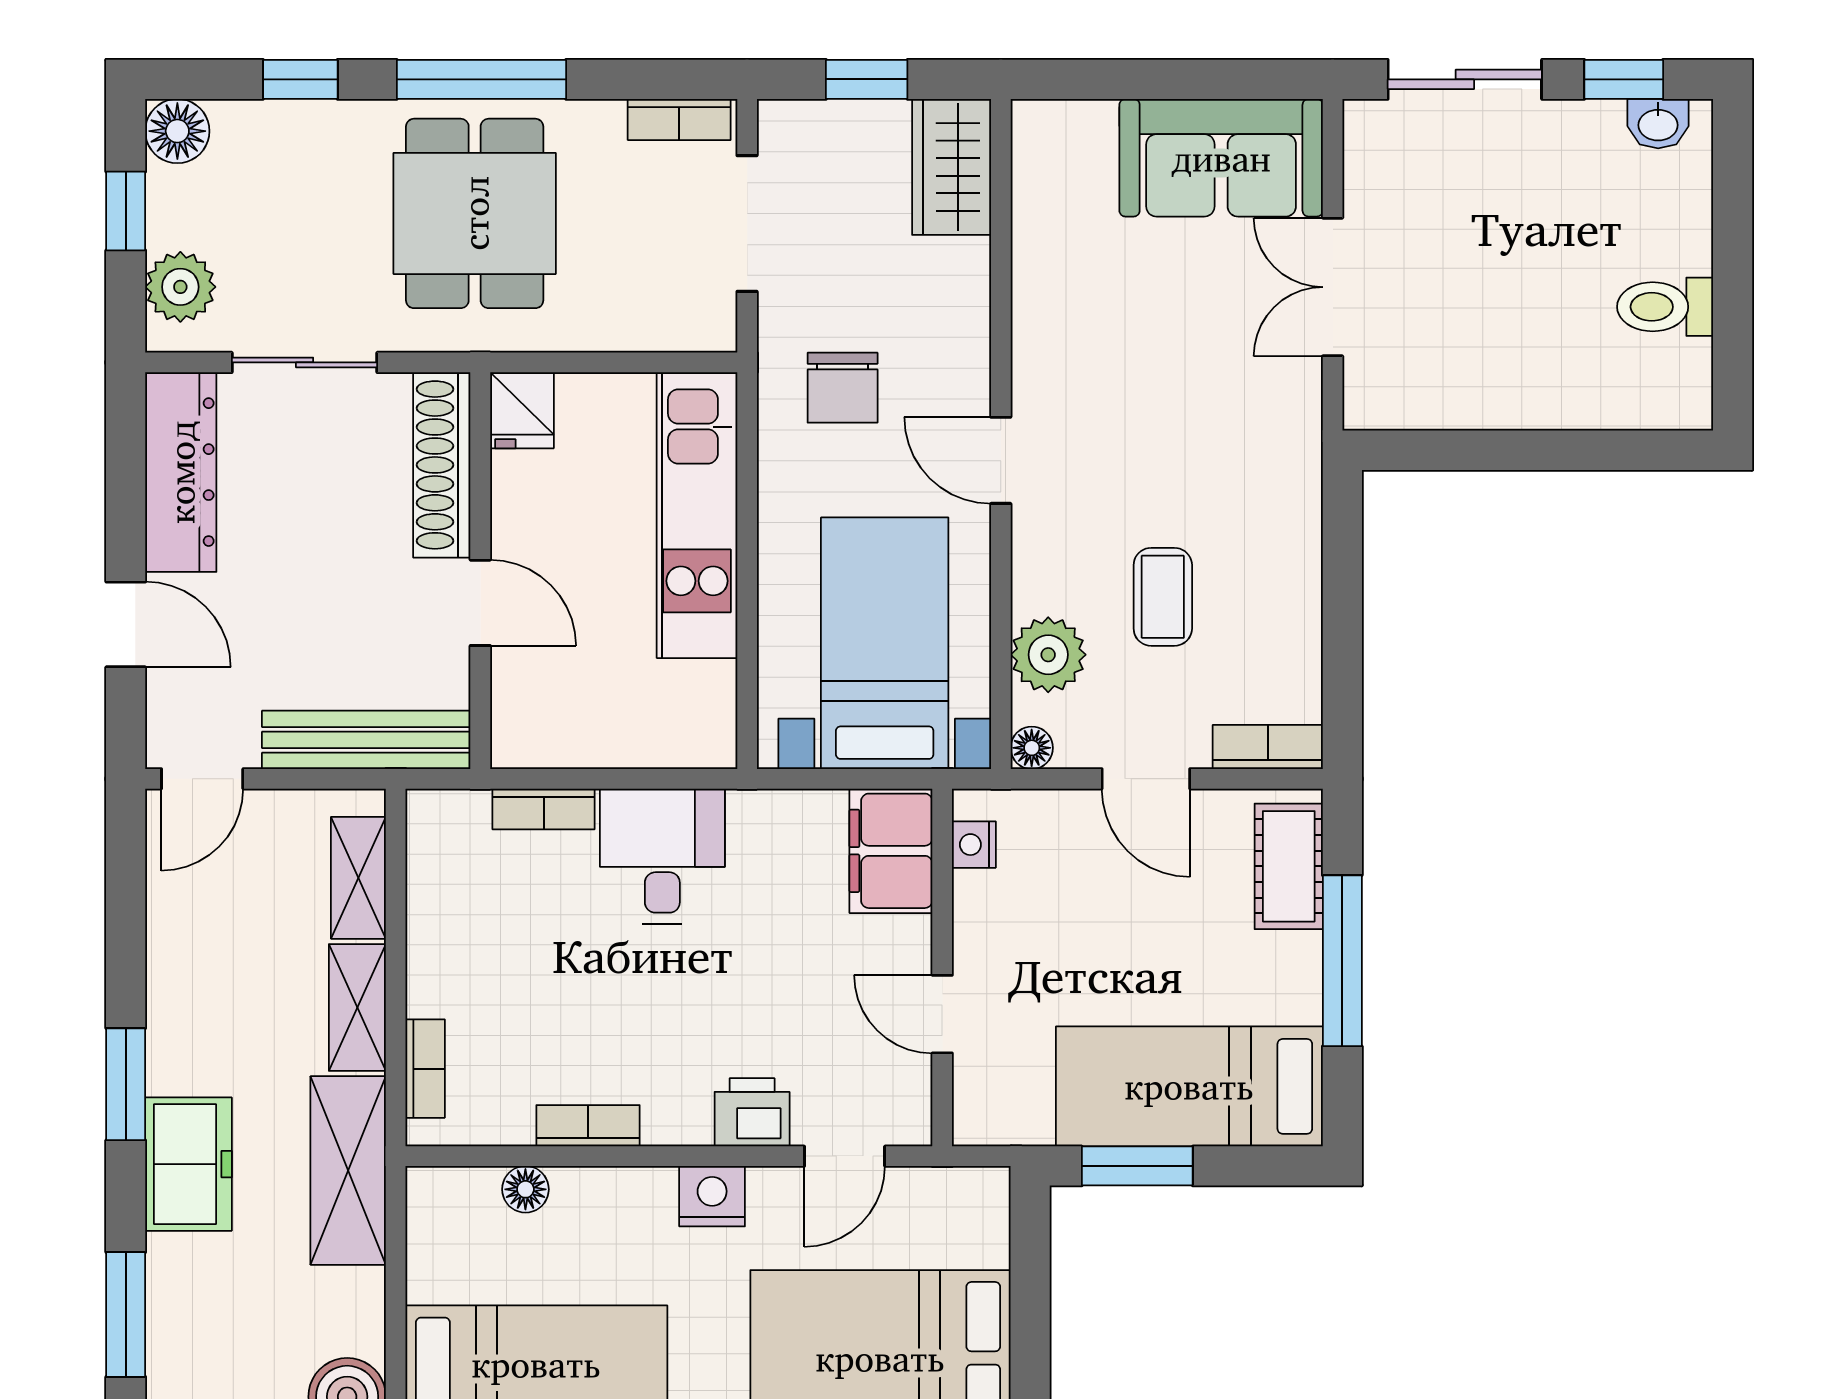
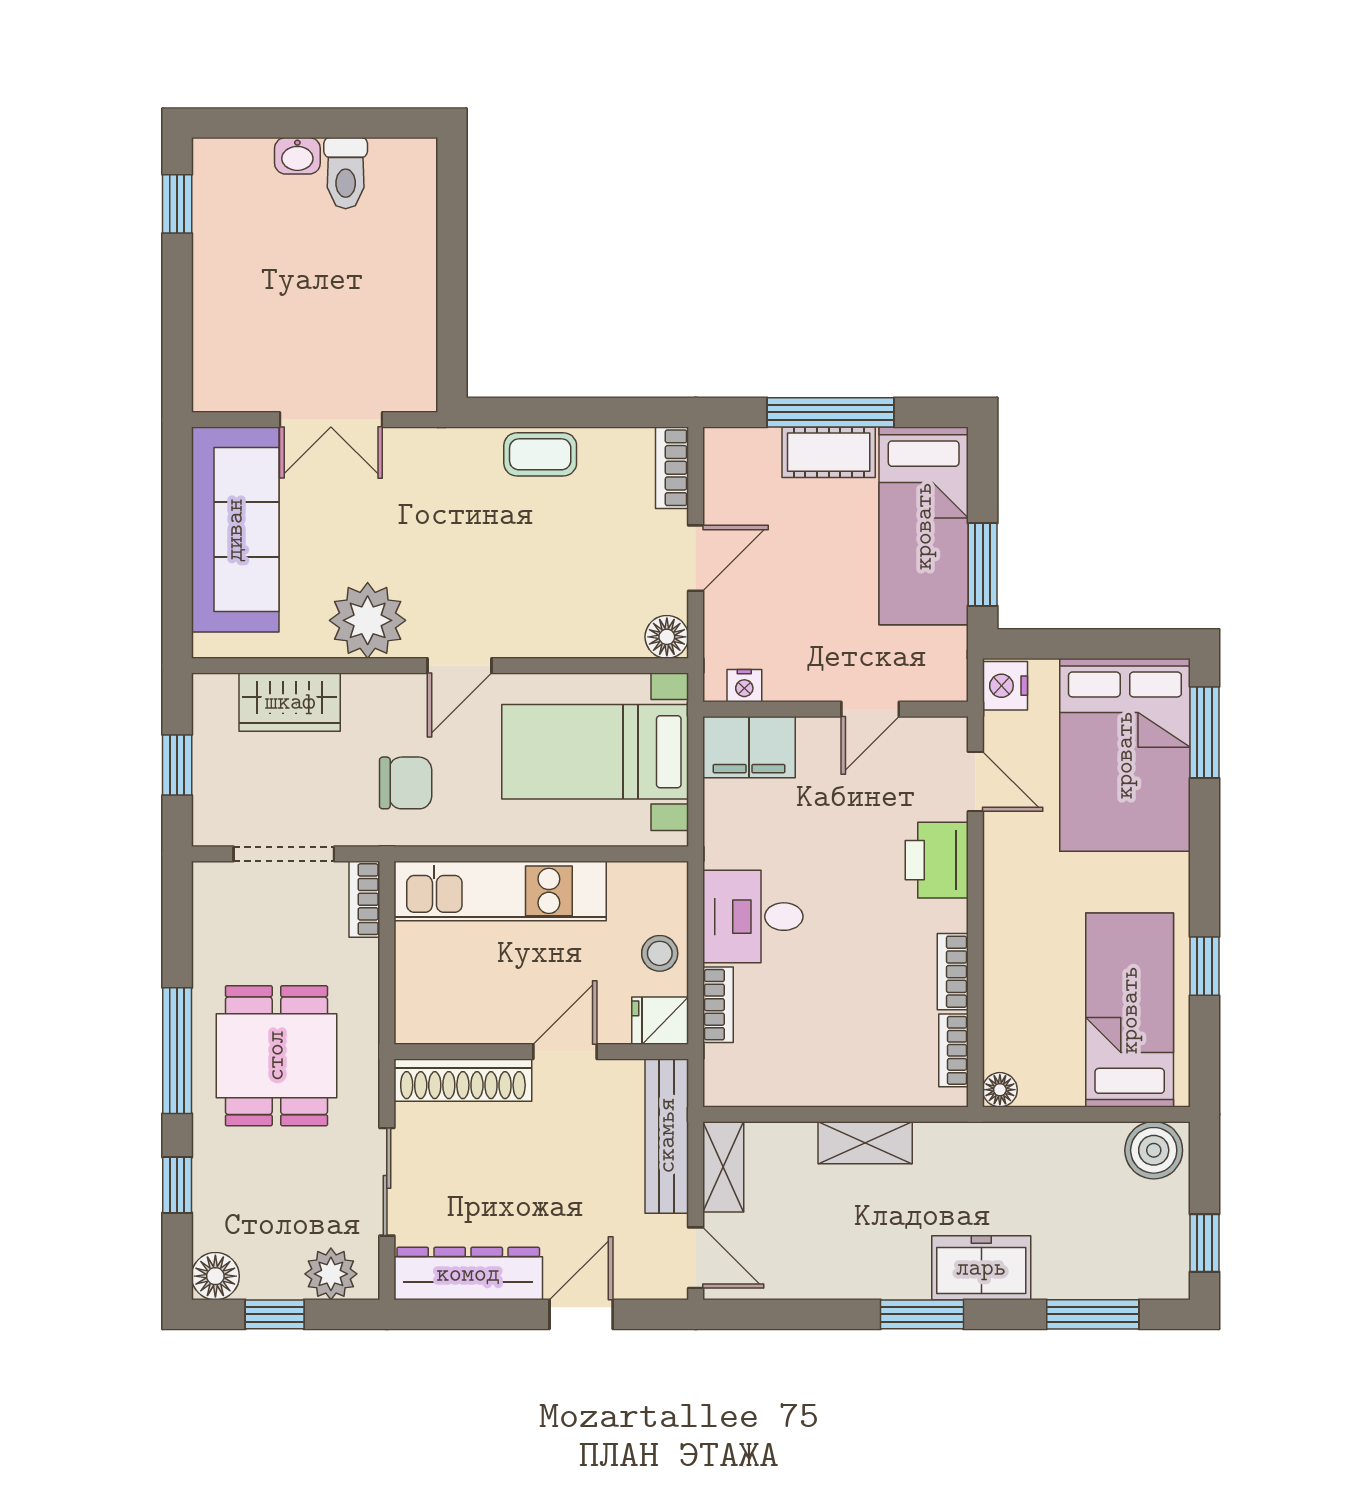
sliding door: (1465, 79) -> (177, 322), removed
bookcase: (679, 120) -> (364, 899), moved, turned 180
washbasin: (1658, 124) -> (297, 156), moved, turned 90
sofa: (1221, 158) -> (235, 530), width x1.36
wardrobe: (952, 167) -> (290, 702), moved
dining table: (475, 213) -> (276, 1056), turned 90
fridge: (522, 410) -> (660, 1021), moved, turned 180
coffee table: (1163, 597) -> (540, 454), moved
plant: (1048, 655) -> (368, 620), moved, width x1.36, depth x1.36
stool: (613, 730) -> (660, 953), added
floor lamp: (1032, 748) -> (667, 637), width x1.37, depth x1.37
cot: (1289, 866) -> (829, 452), moved
shelving: (358, 878) -> (723, 1167), moved, turned 90
bookcase: (425, 1069) -> (954, 1050), moved, turned -90
printer: (752, 1112) -> (937, 860), width x1.36, depth x1.24
shelving: (348, 1170) -> (986, 1149), removed
floor lamp: (525, 1189) -> (1000, 1090), moved
nightstand: (712, 1196) -> (1005, 686), moved

